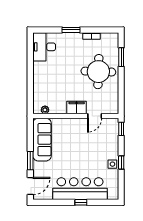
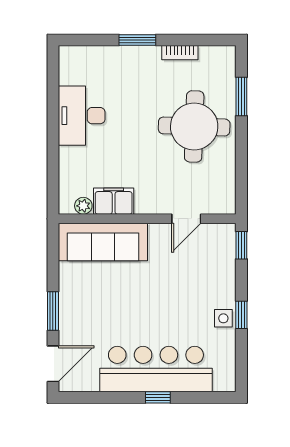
desk: (44, 47) -> (82, 116), moved
filing cabinet: (77, 108) -> (114, 201), moved
sofa: (42, 140) -> (103, 242), moved, turned 90

